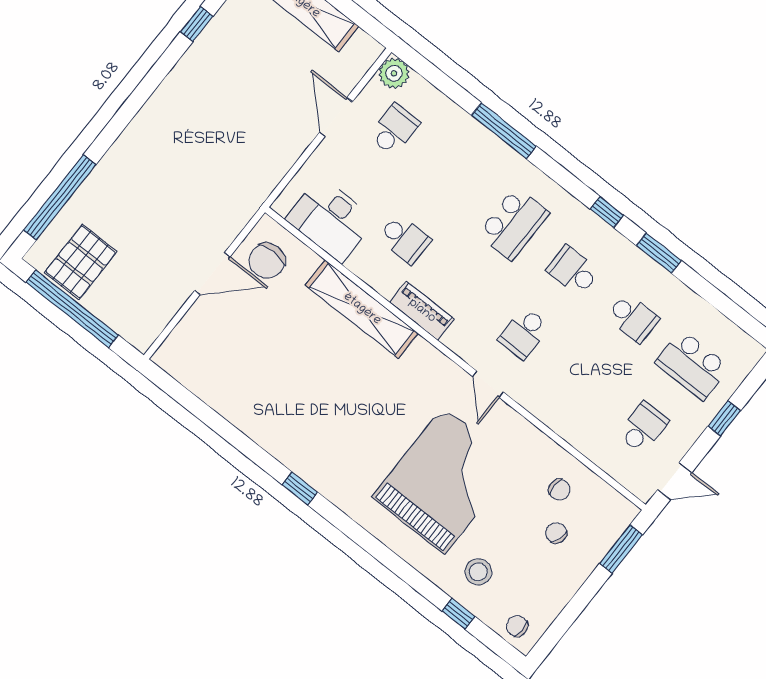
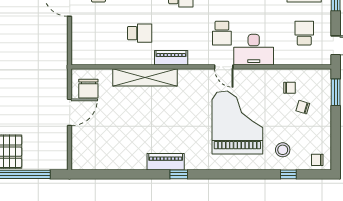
desk: (331, 220) -> (254, 50), moved
piano: (295, 455) -> (166, 162), added

